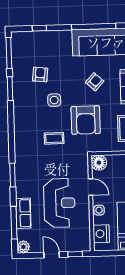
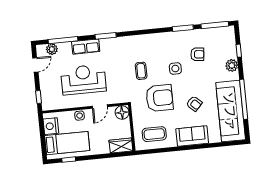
plant: (55, 37) -> (232, 65), added
armchair: (86, 120) -> (159, 98), turned 180
reception desk: (59, 203) -> (83, 80), turned 180
row of seats: (23, 213) -> (86, 47), moved
nightstand: (101, 234) -> (51, 126), moved, turned -90
plant: (23, 247) -> (52, 49), moved
door: (52, 255) -> (35, 65), moved

